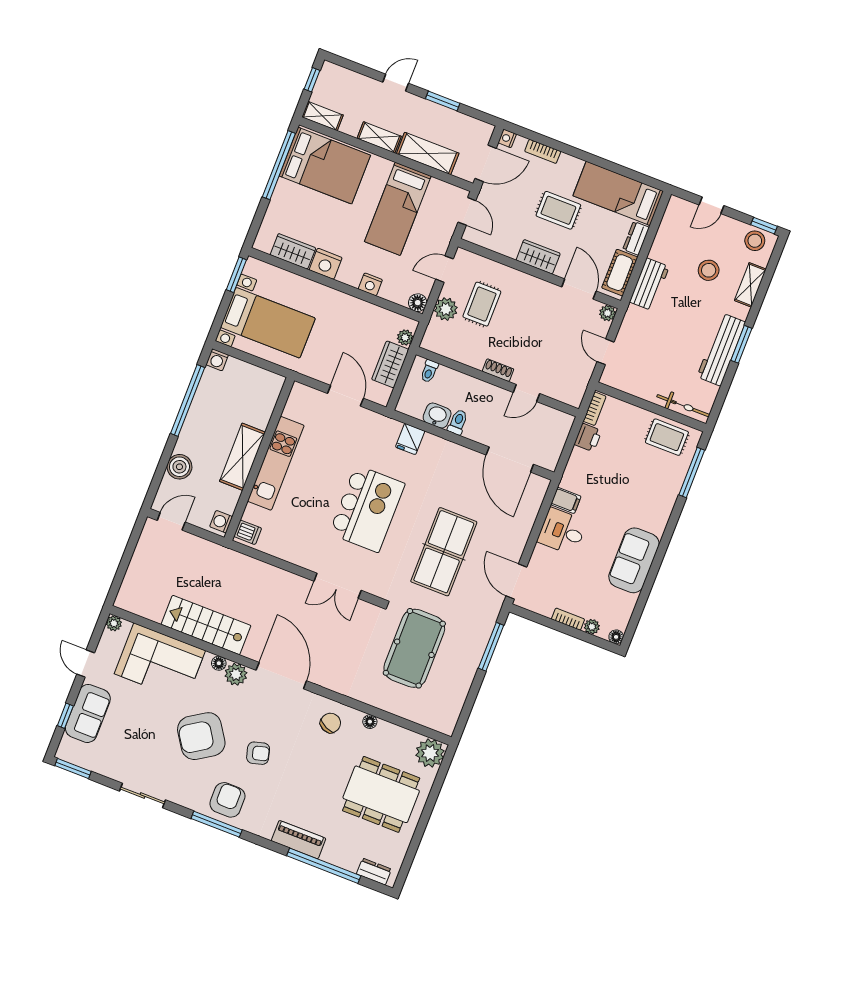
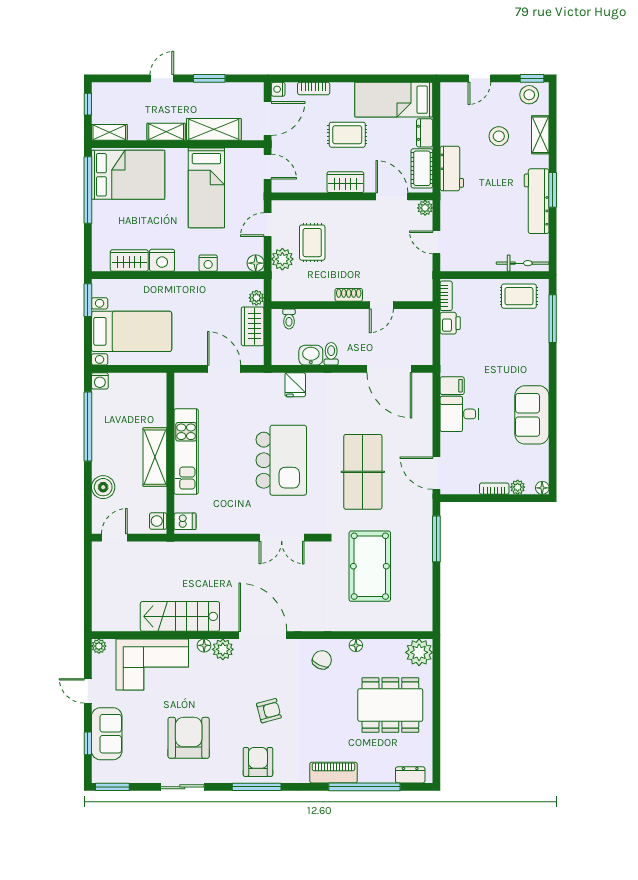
armchair: (201, 736) -> (189, 738), moved, turned 123

